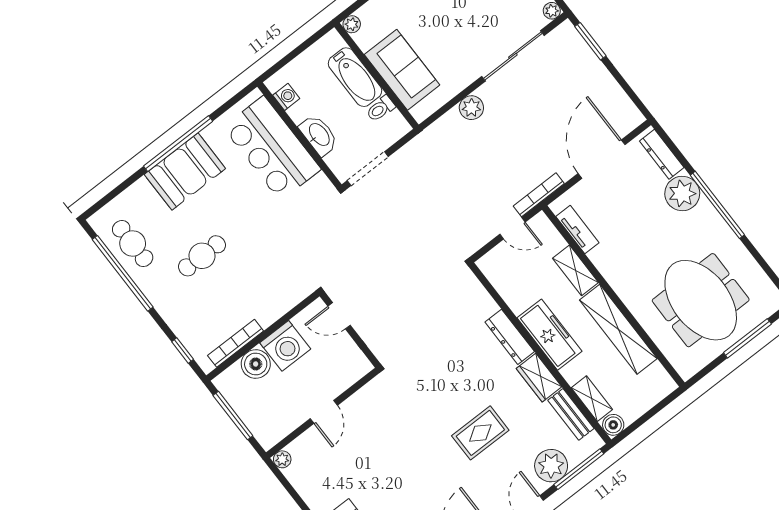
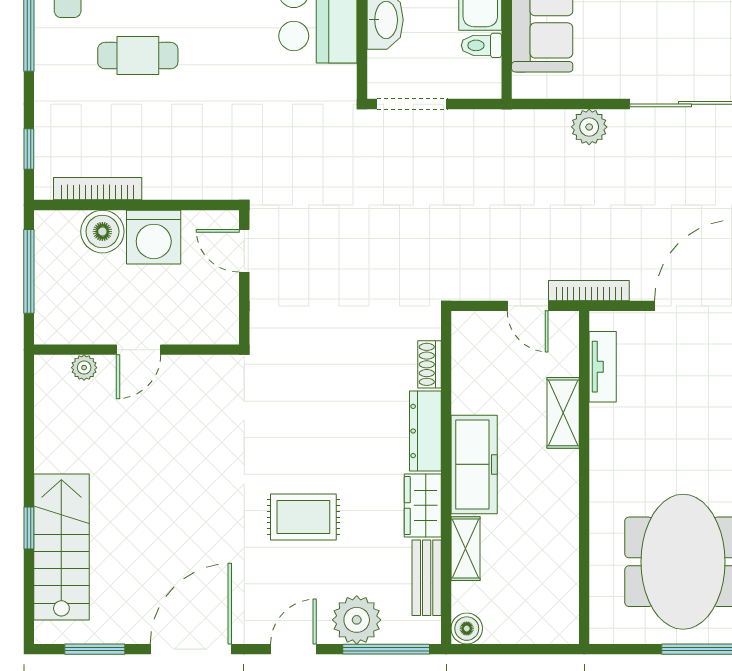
shoe rack: (484, 300) -> (430, 364), added
shelving: (618, 329) -> (560, 521), removed
shelving: (592, 399) -> (466, 549), moved
plant: (282, 459) -> (84, 368), moved

